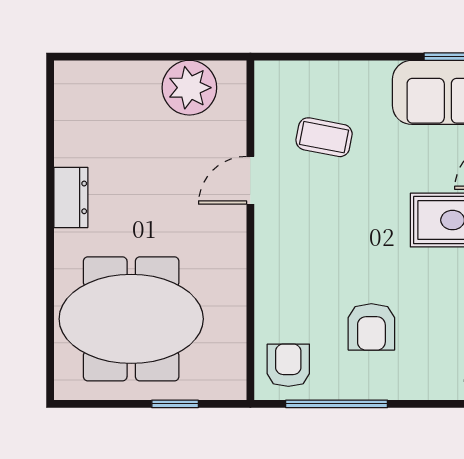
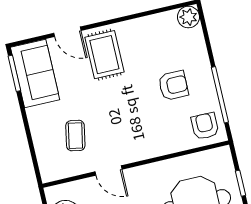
armchair: (288, 365) -> (205, 126), turned 90

